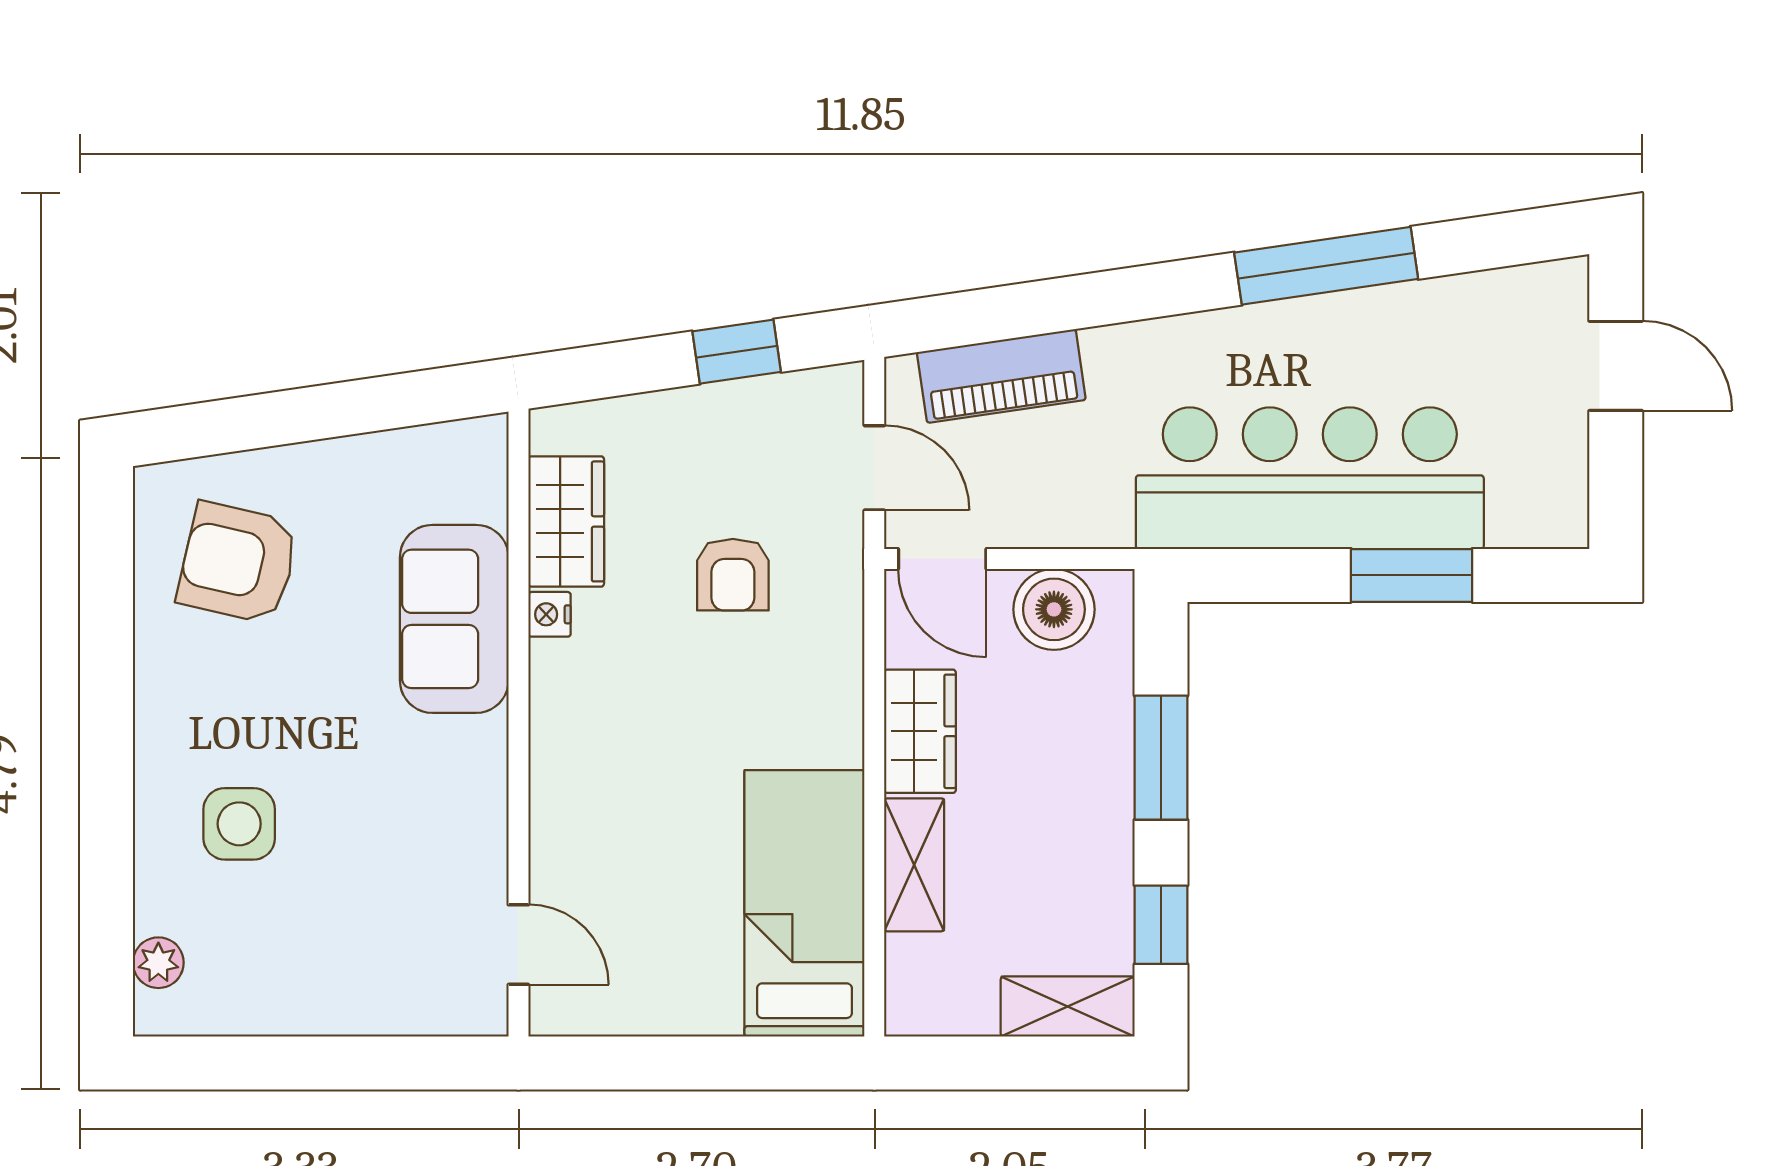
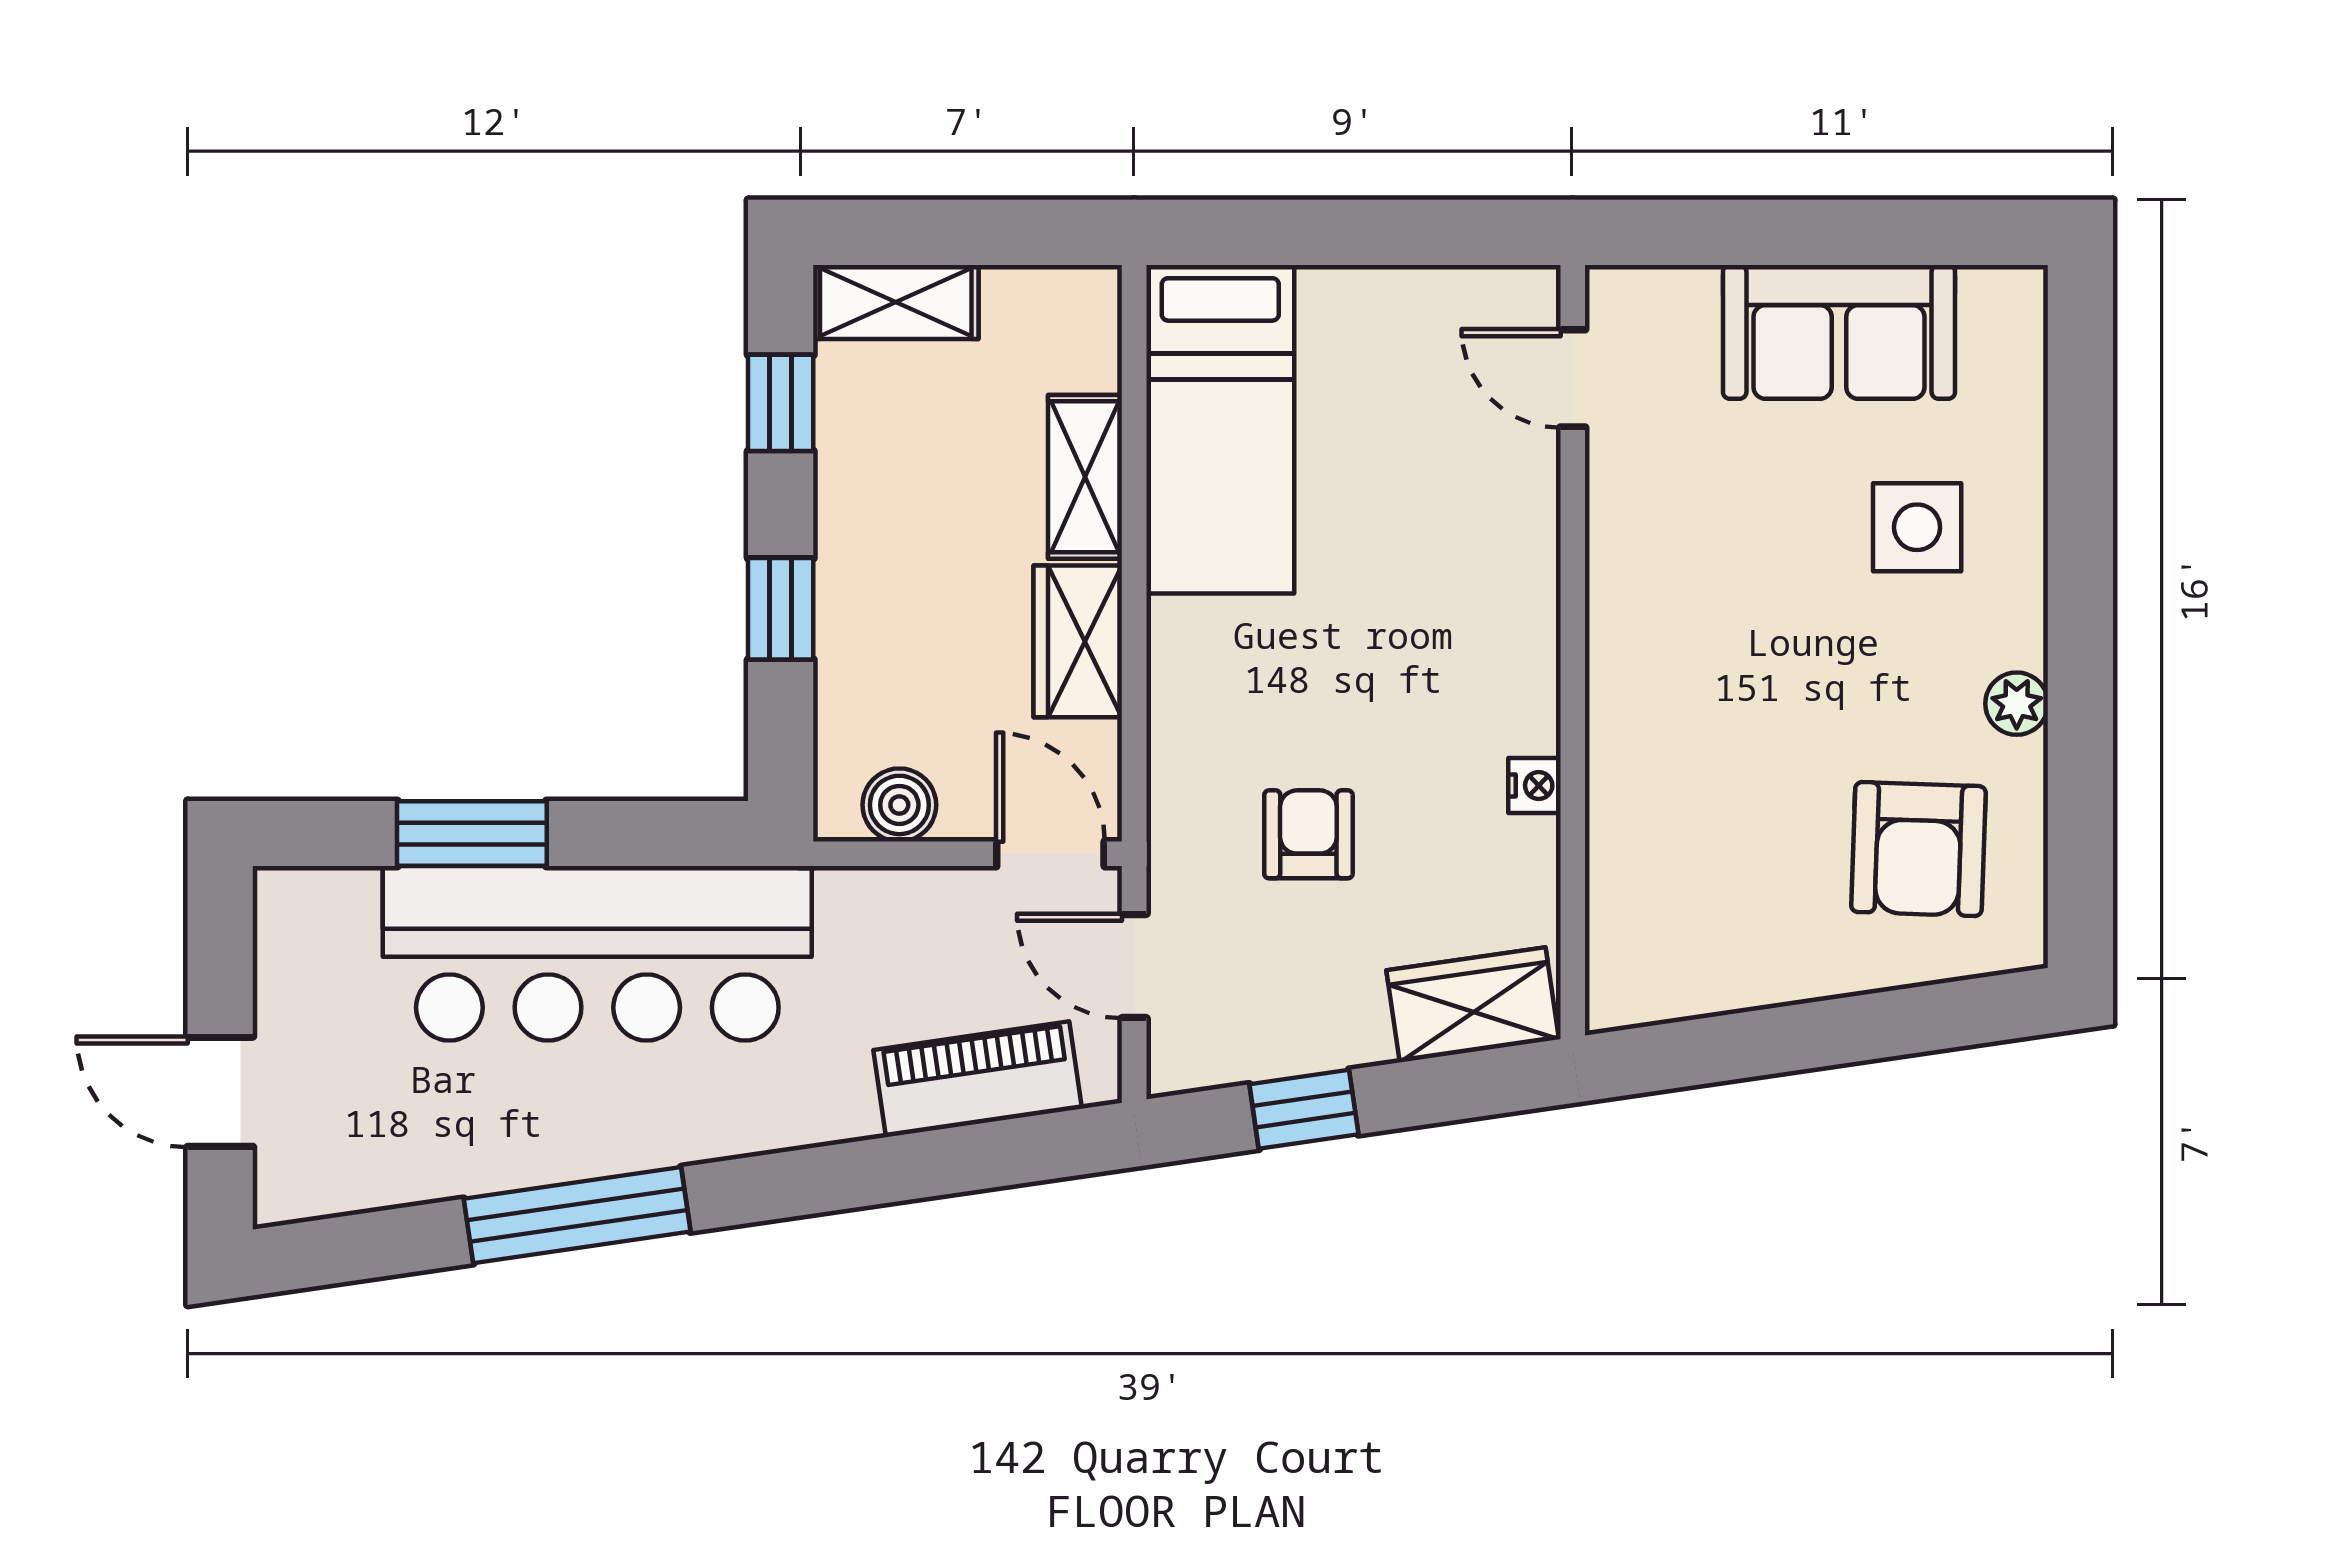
wardrobe: (566, 521) -> (1473, 1005), moved, turned 82
armchair: (238, 563) -> (1918, 849), turned 79
boiler: (1054, 609) -> (899, 805), width x0.73, depth x0.73
sofa: (454, 619) -> (1839, 332), moved, turned 90
window: (1161, 758) -> (781, 609), width x0.67
plant: (158, 963) -> (2017, 704), moved

